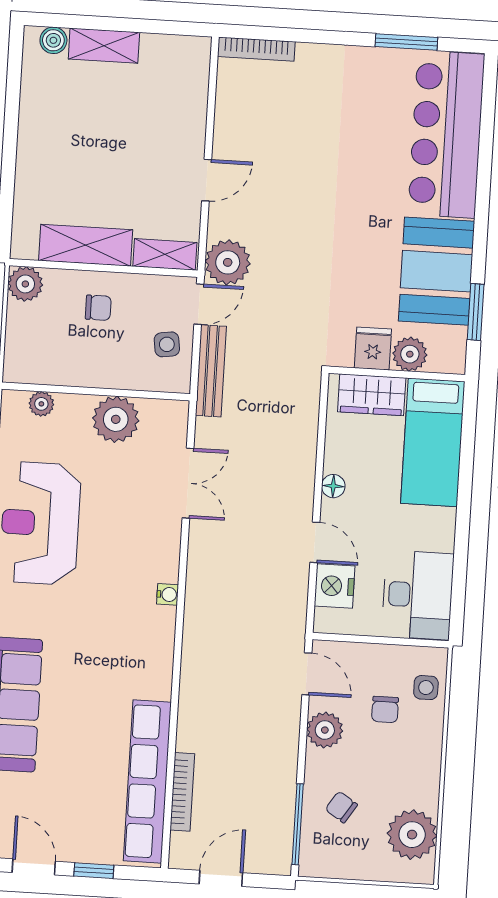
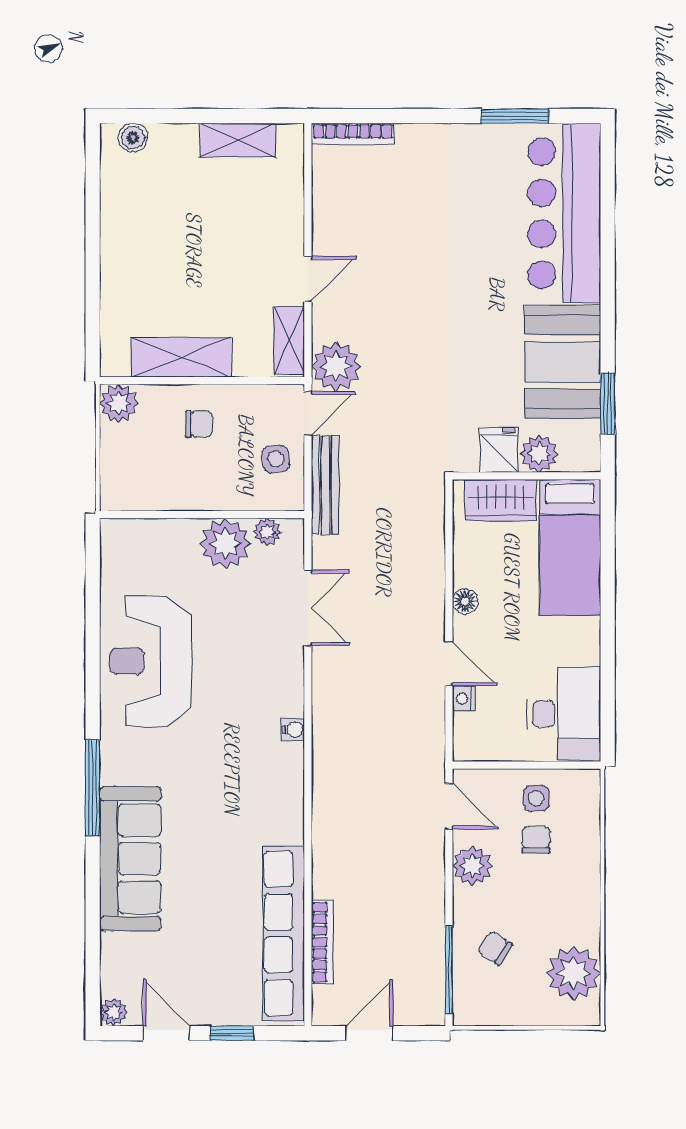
shelving: (104, 46) -> (238, 140), moved
shelving: (165, 254) -> (289, 340), moved, turned 90
plant: (41, 404) -> (267, 532), moved
nightstand: (335, 586) -> (464, 699), width x0.53, depth x0.56
side table: (426, 688) -> (536, 798), moved
chair: (385, 709) -> (536, 840), turned 180

